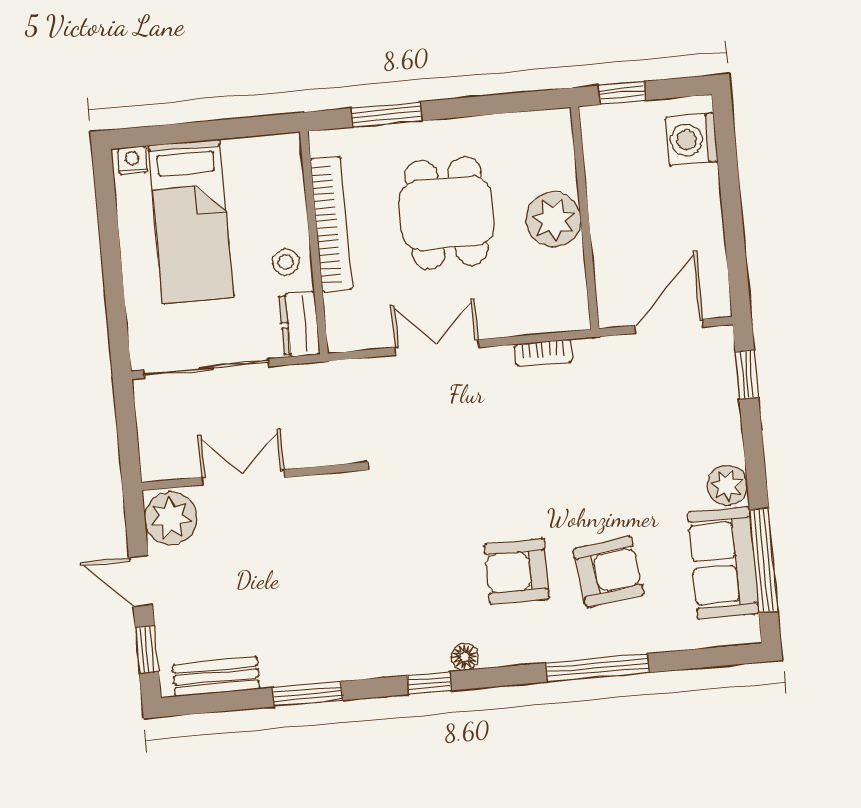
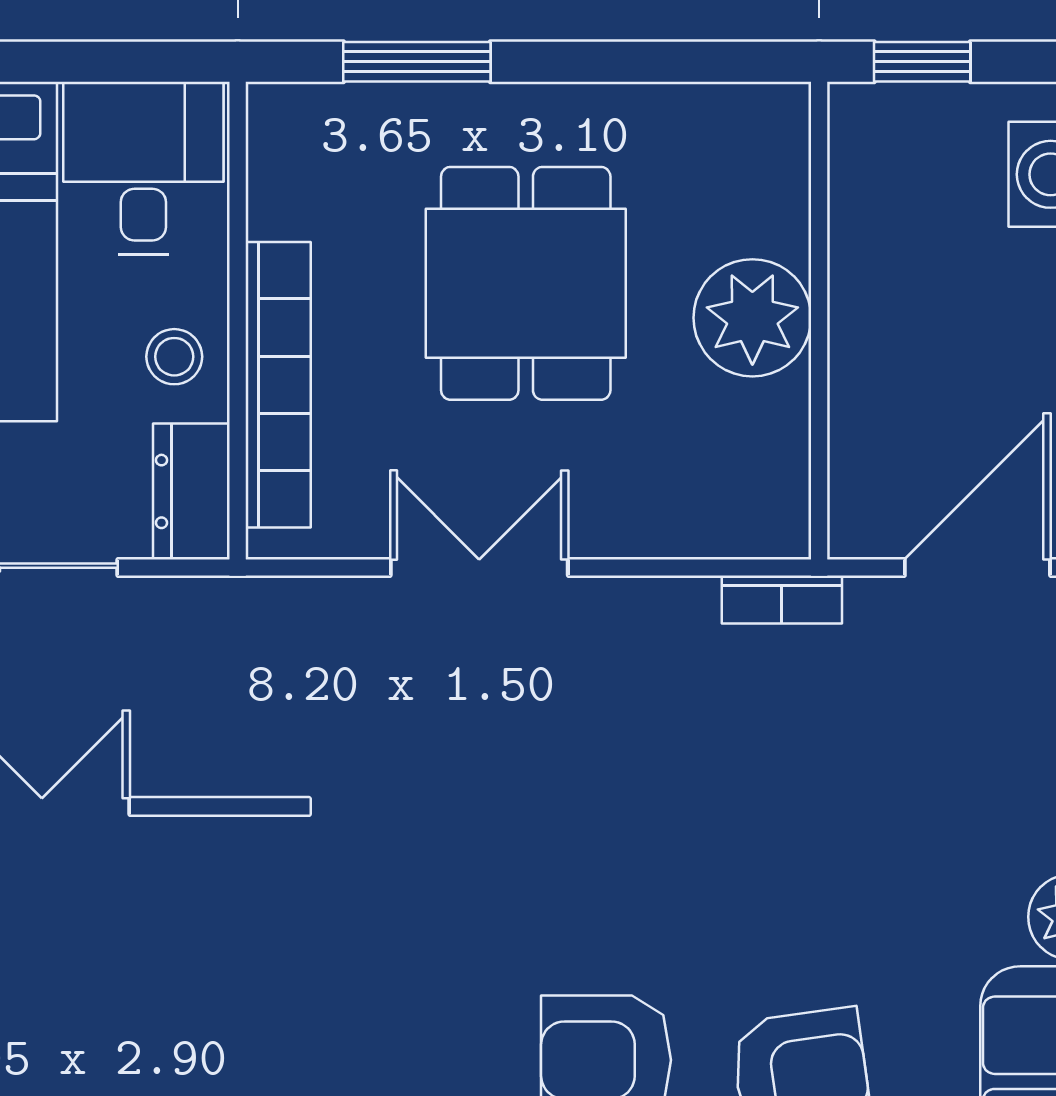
desk: (263, 175) -> (143, 168), added
bookcase: (331, 224) -> (278, 385), moved
bookcase: (543, 353) -> (782, 599), moved

